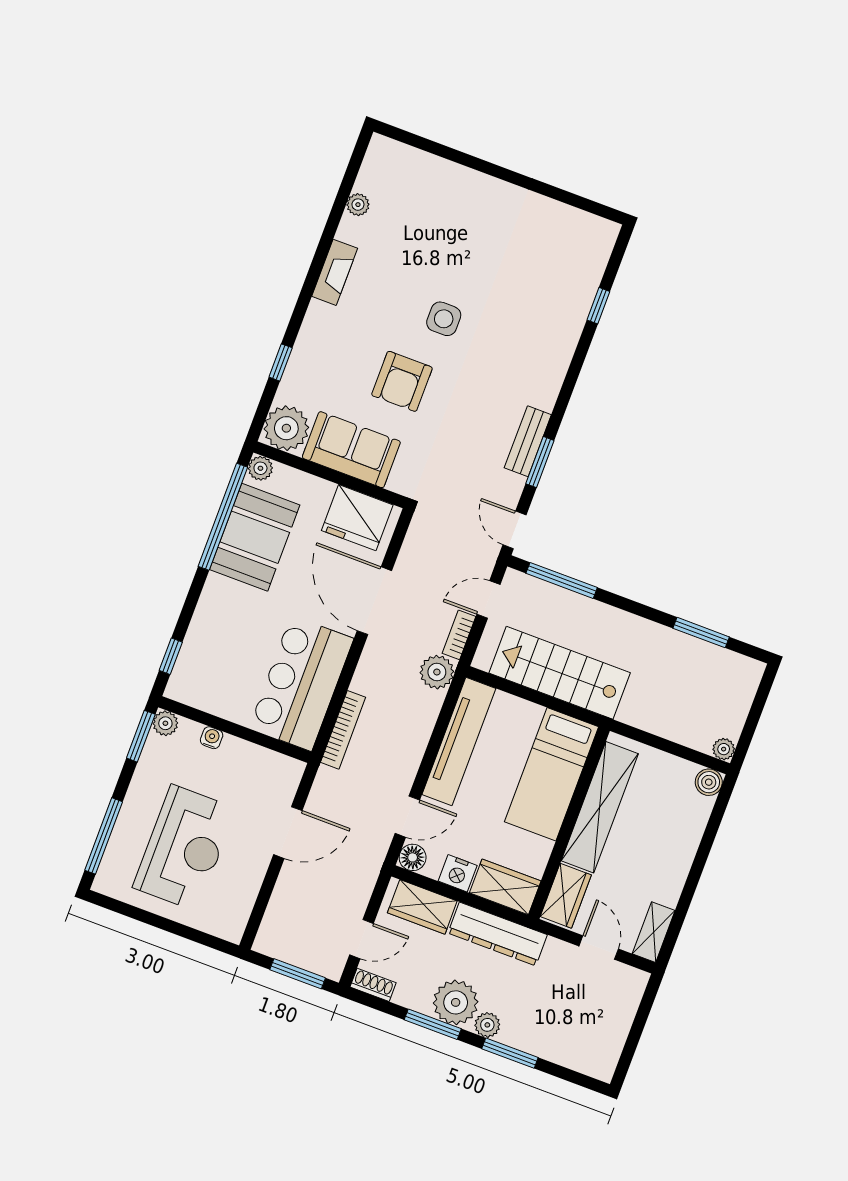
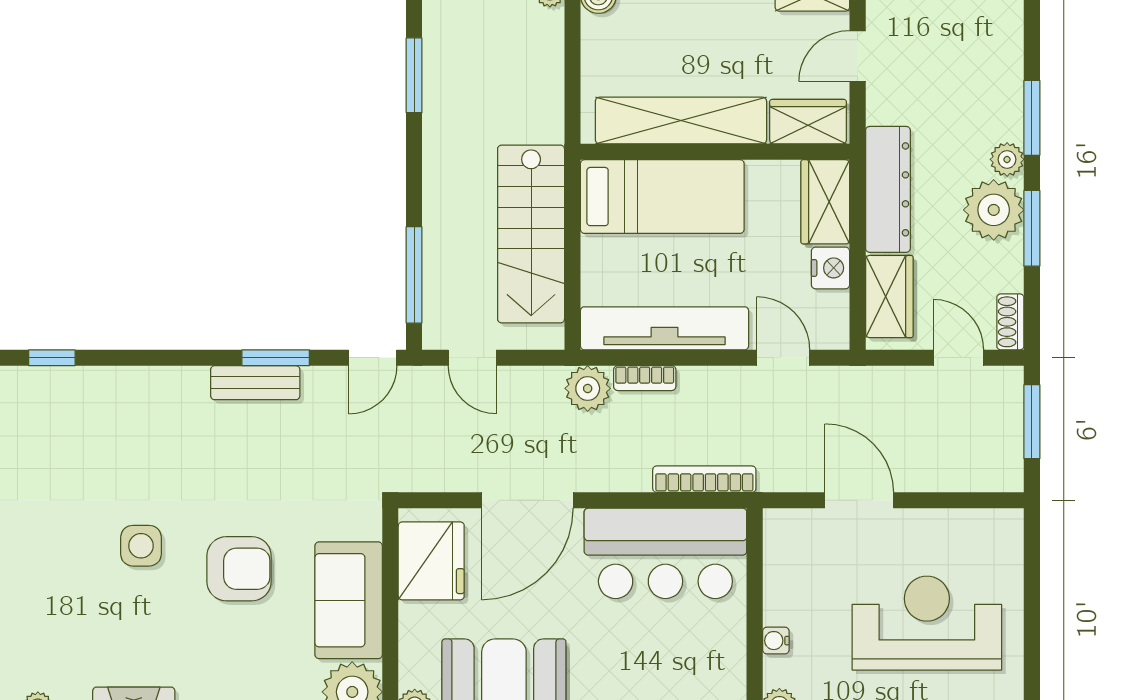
bookcase: (459, 635) -> (645, 378), moved
floor lamp: (413, 857) -> (832, 332), removed

